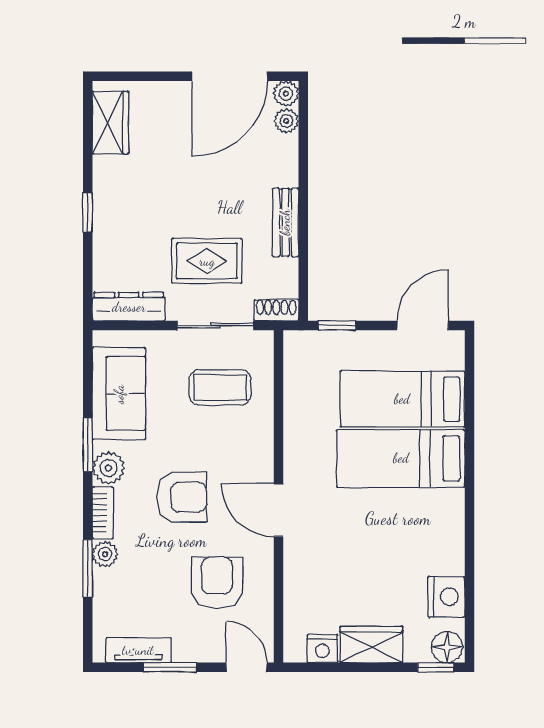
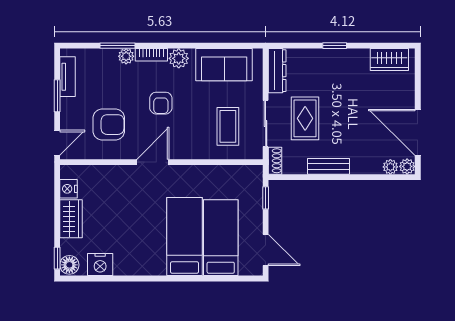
window: (88, 444) -> (193, 46), removed
armchair: (182, 497) -> (161, 103), width x0.72, depth x0.72

